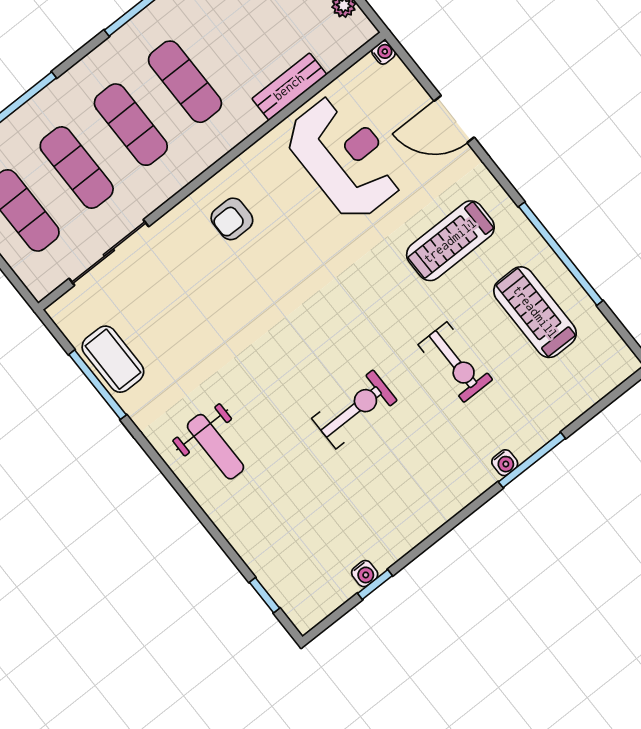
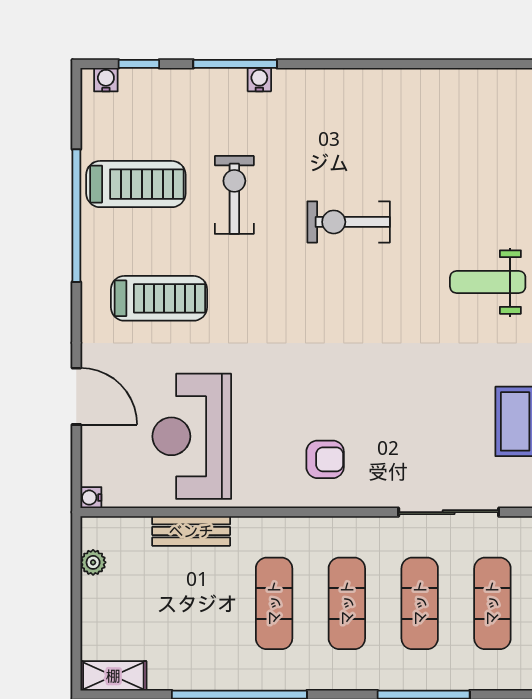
treadmill: (535, 312) -> (136, 184), turned -90
weight bench: (216, 447) -> (488, 282), turned -90
water cooler: (365, 574) -> (106, 80), moved
window: (375, 584) -> (139, 64), moved

